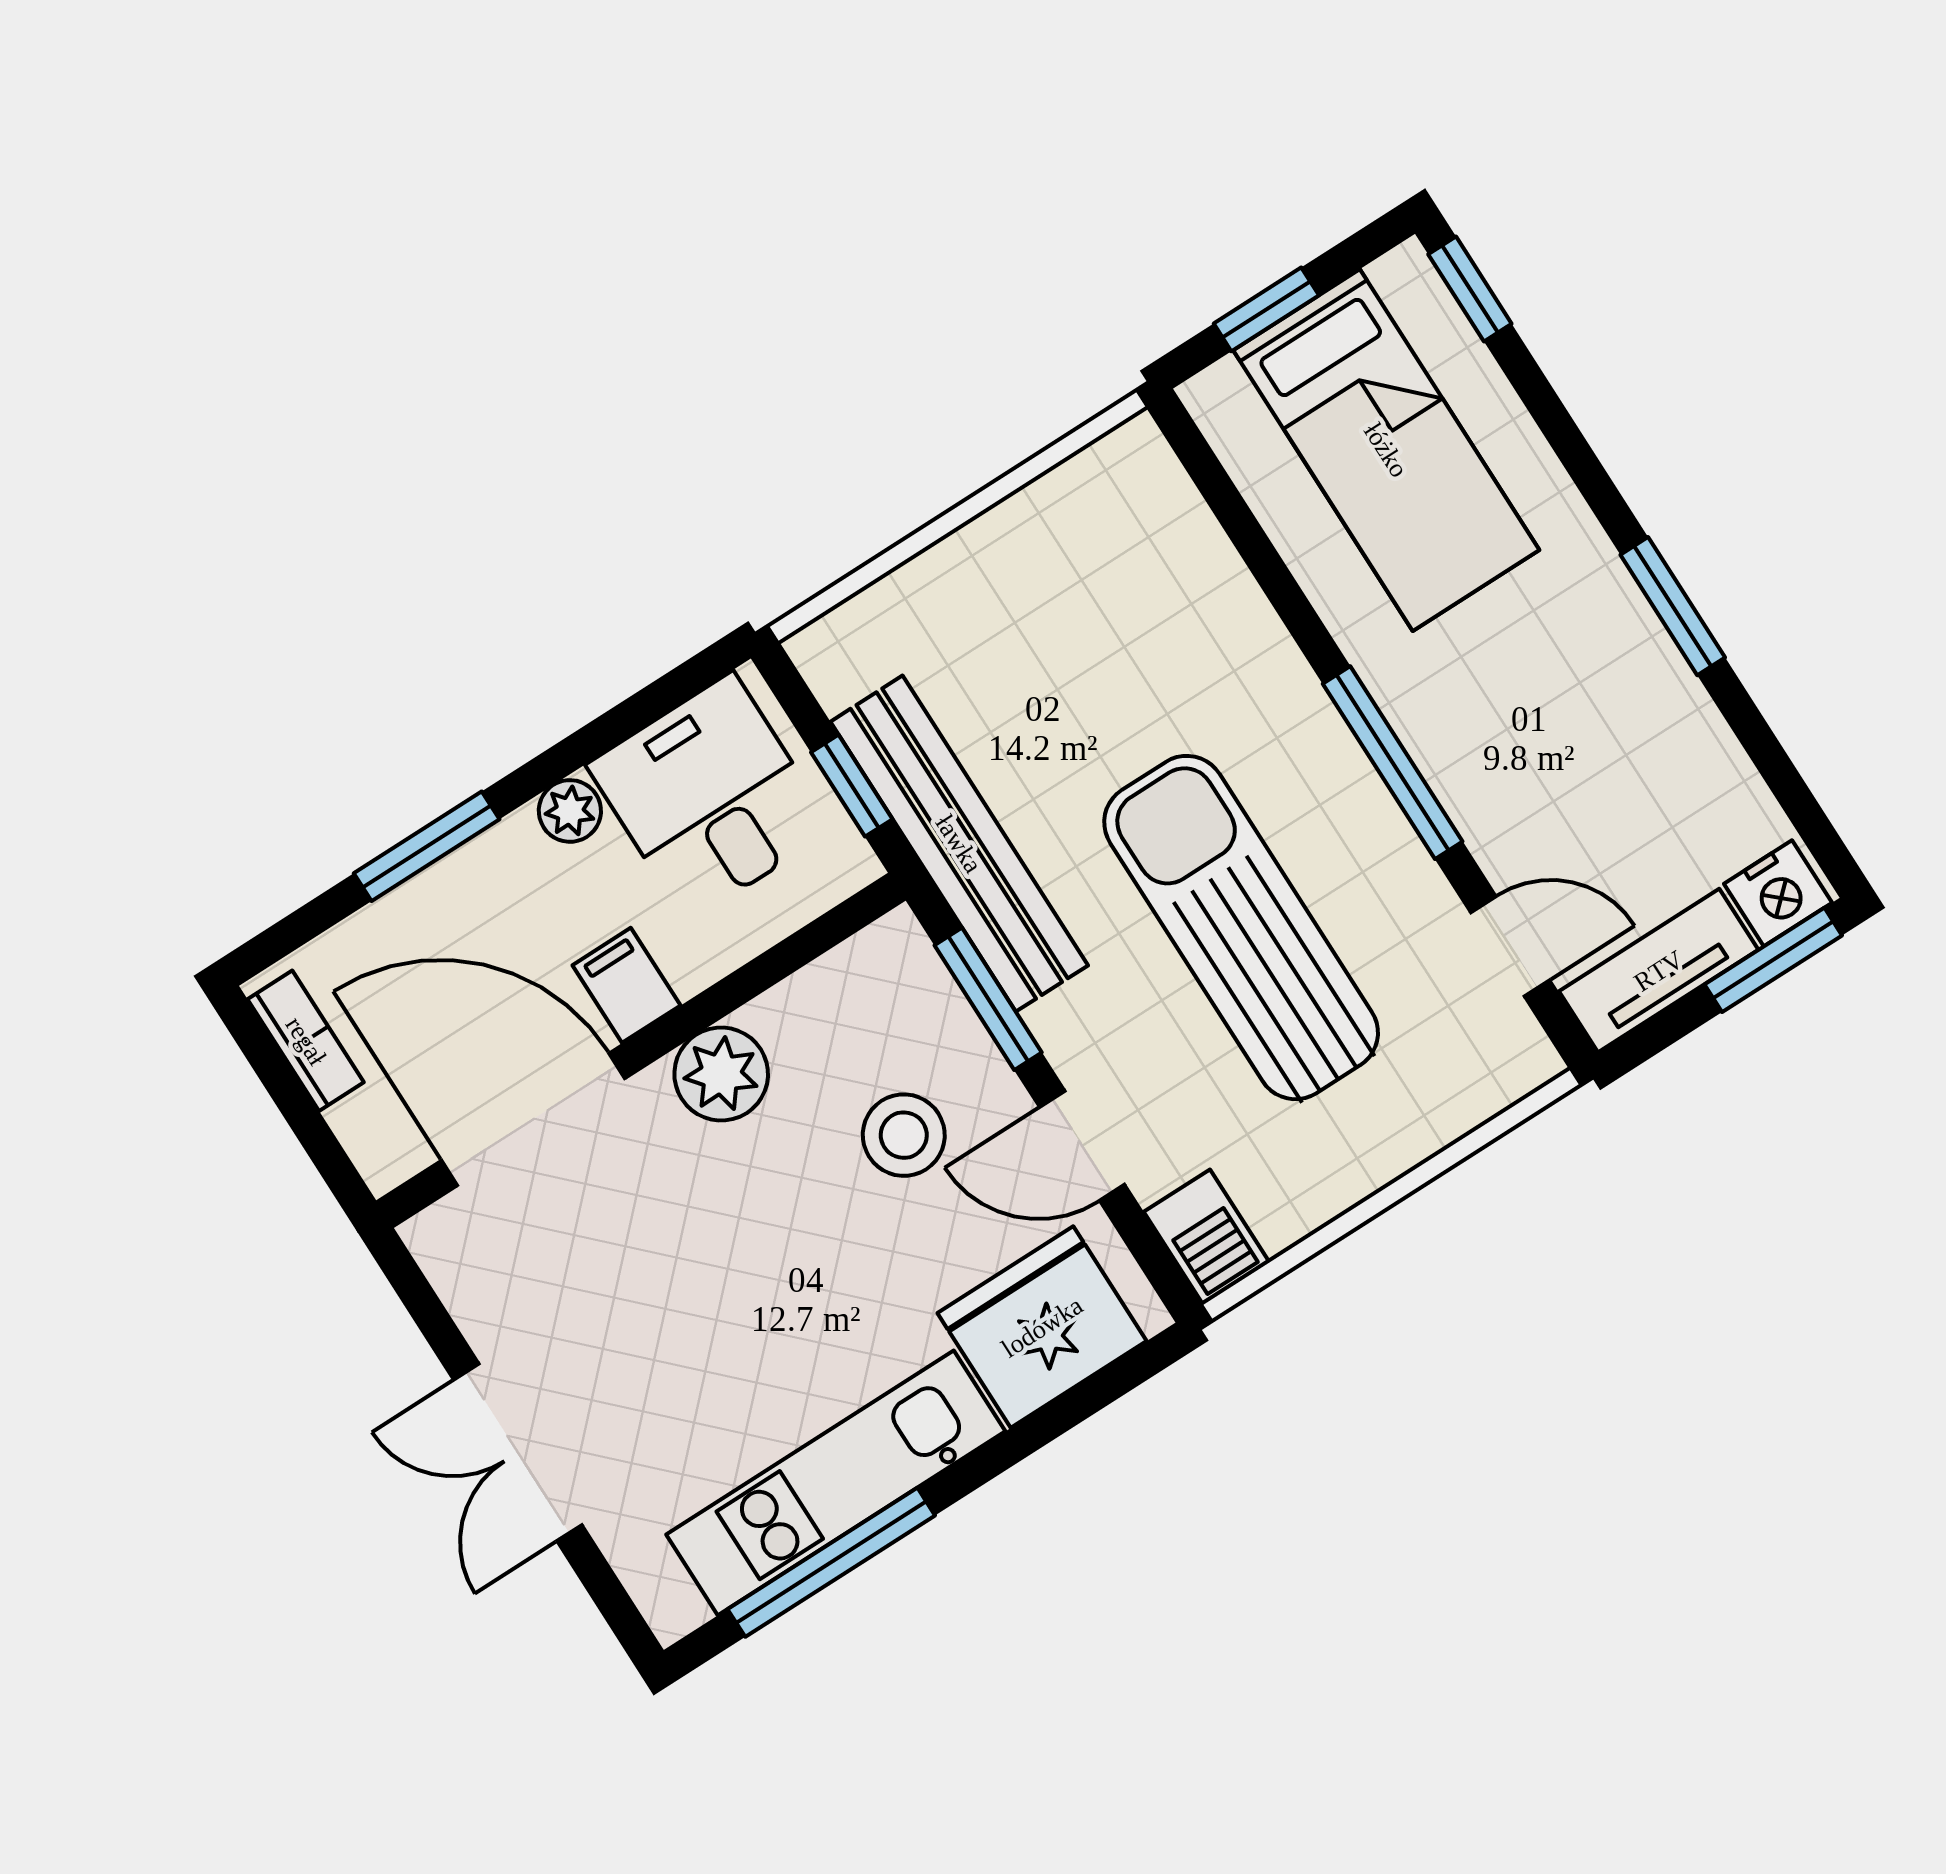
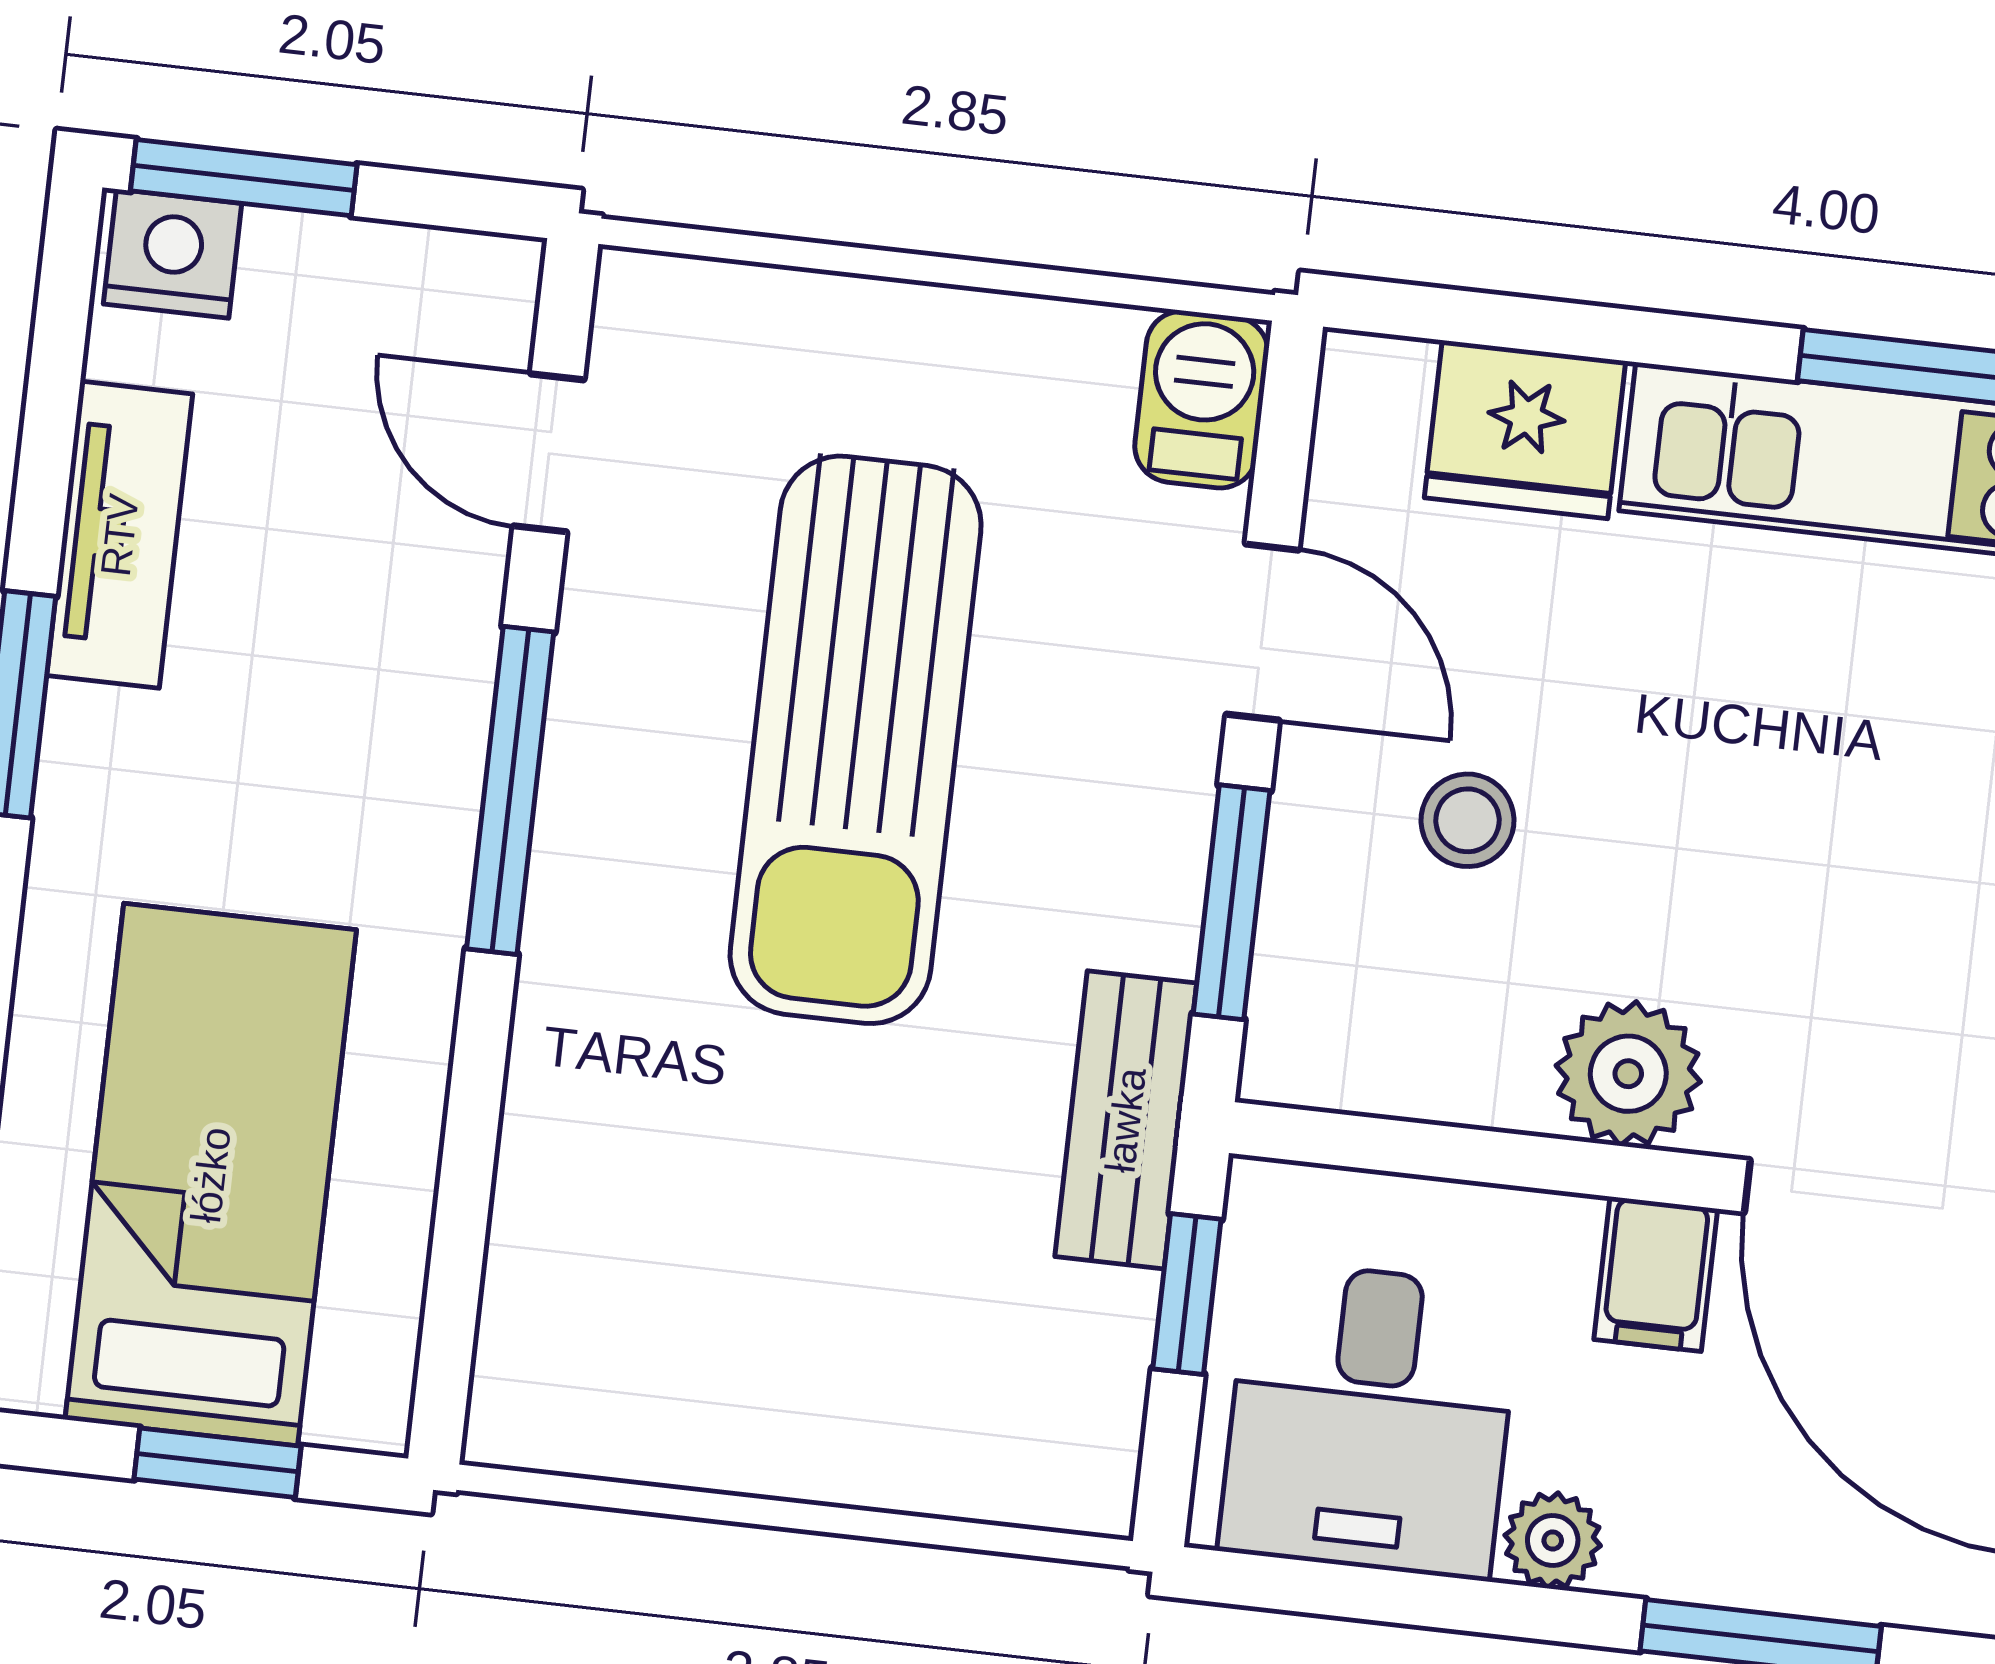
bench: (959, 844) -> (1126, 1120), width x0.54, depth x0.82
tv unit: (1659, 971) -> (120, 535), moved, turned -90
stool: (904, 1135) -> (1467, 820), width x0.73, depth x0.73
fridge: (1042, 1327) -> (1525, 429), width x0.73, depth x0.75

